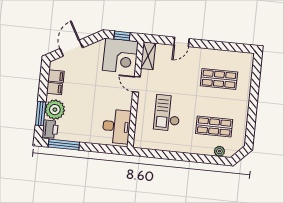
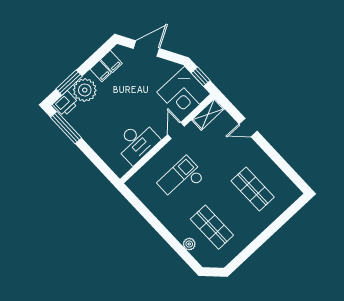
desk: (116, 126) -> (137, 142), moved
plant: (219, 151) -> (189, 244), moved

